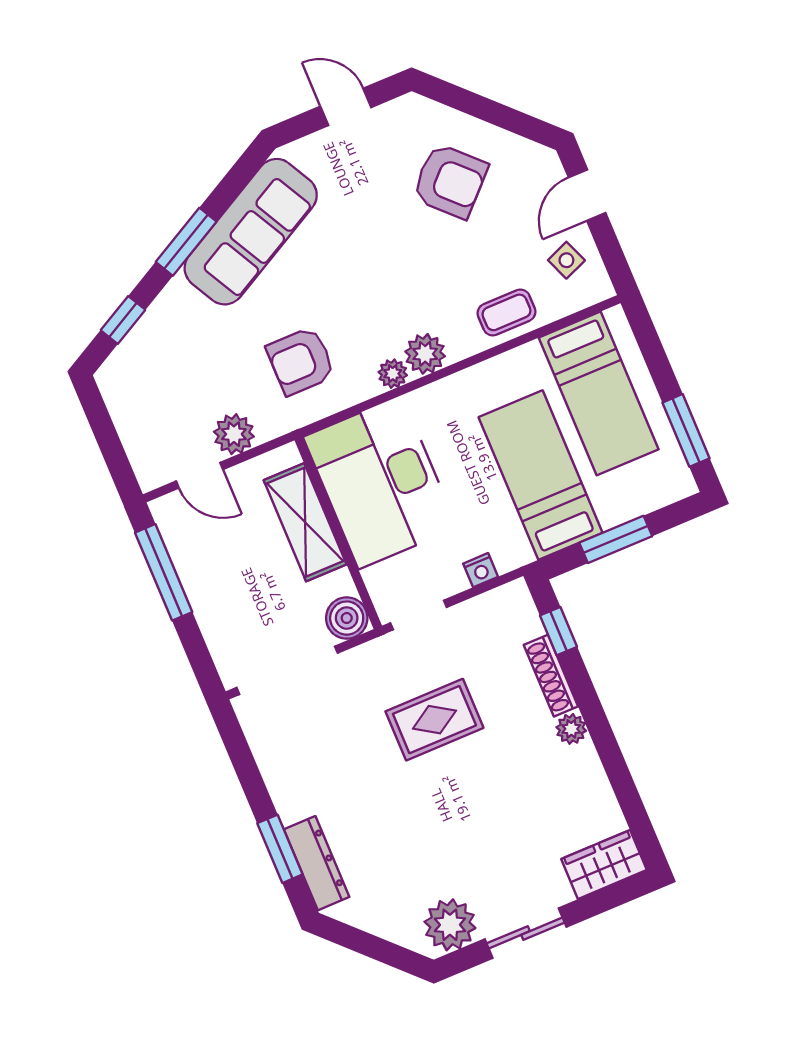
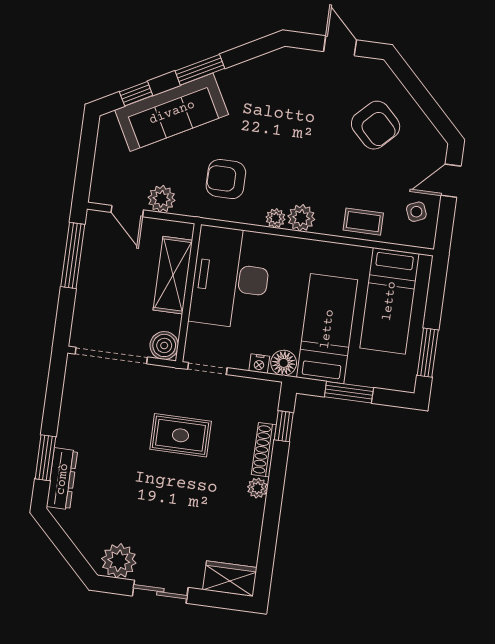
sofa: (251, 232) -> (172, 112), moved
floor lamp: (511, 551) -> (284, 363), added

